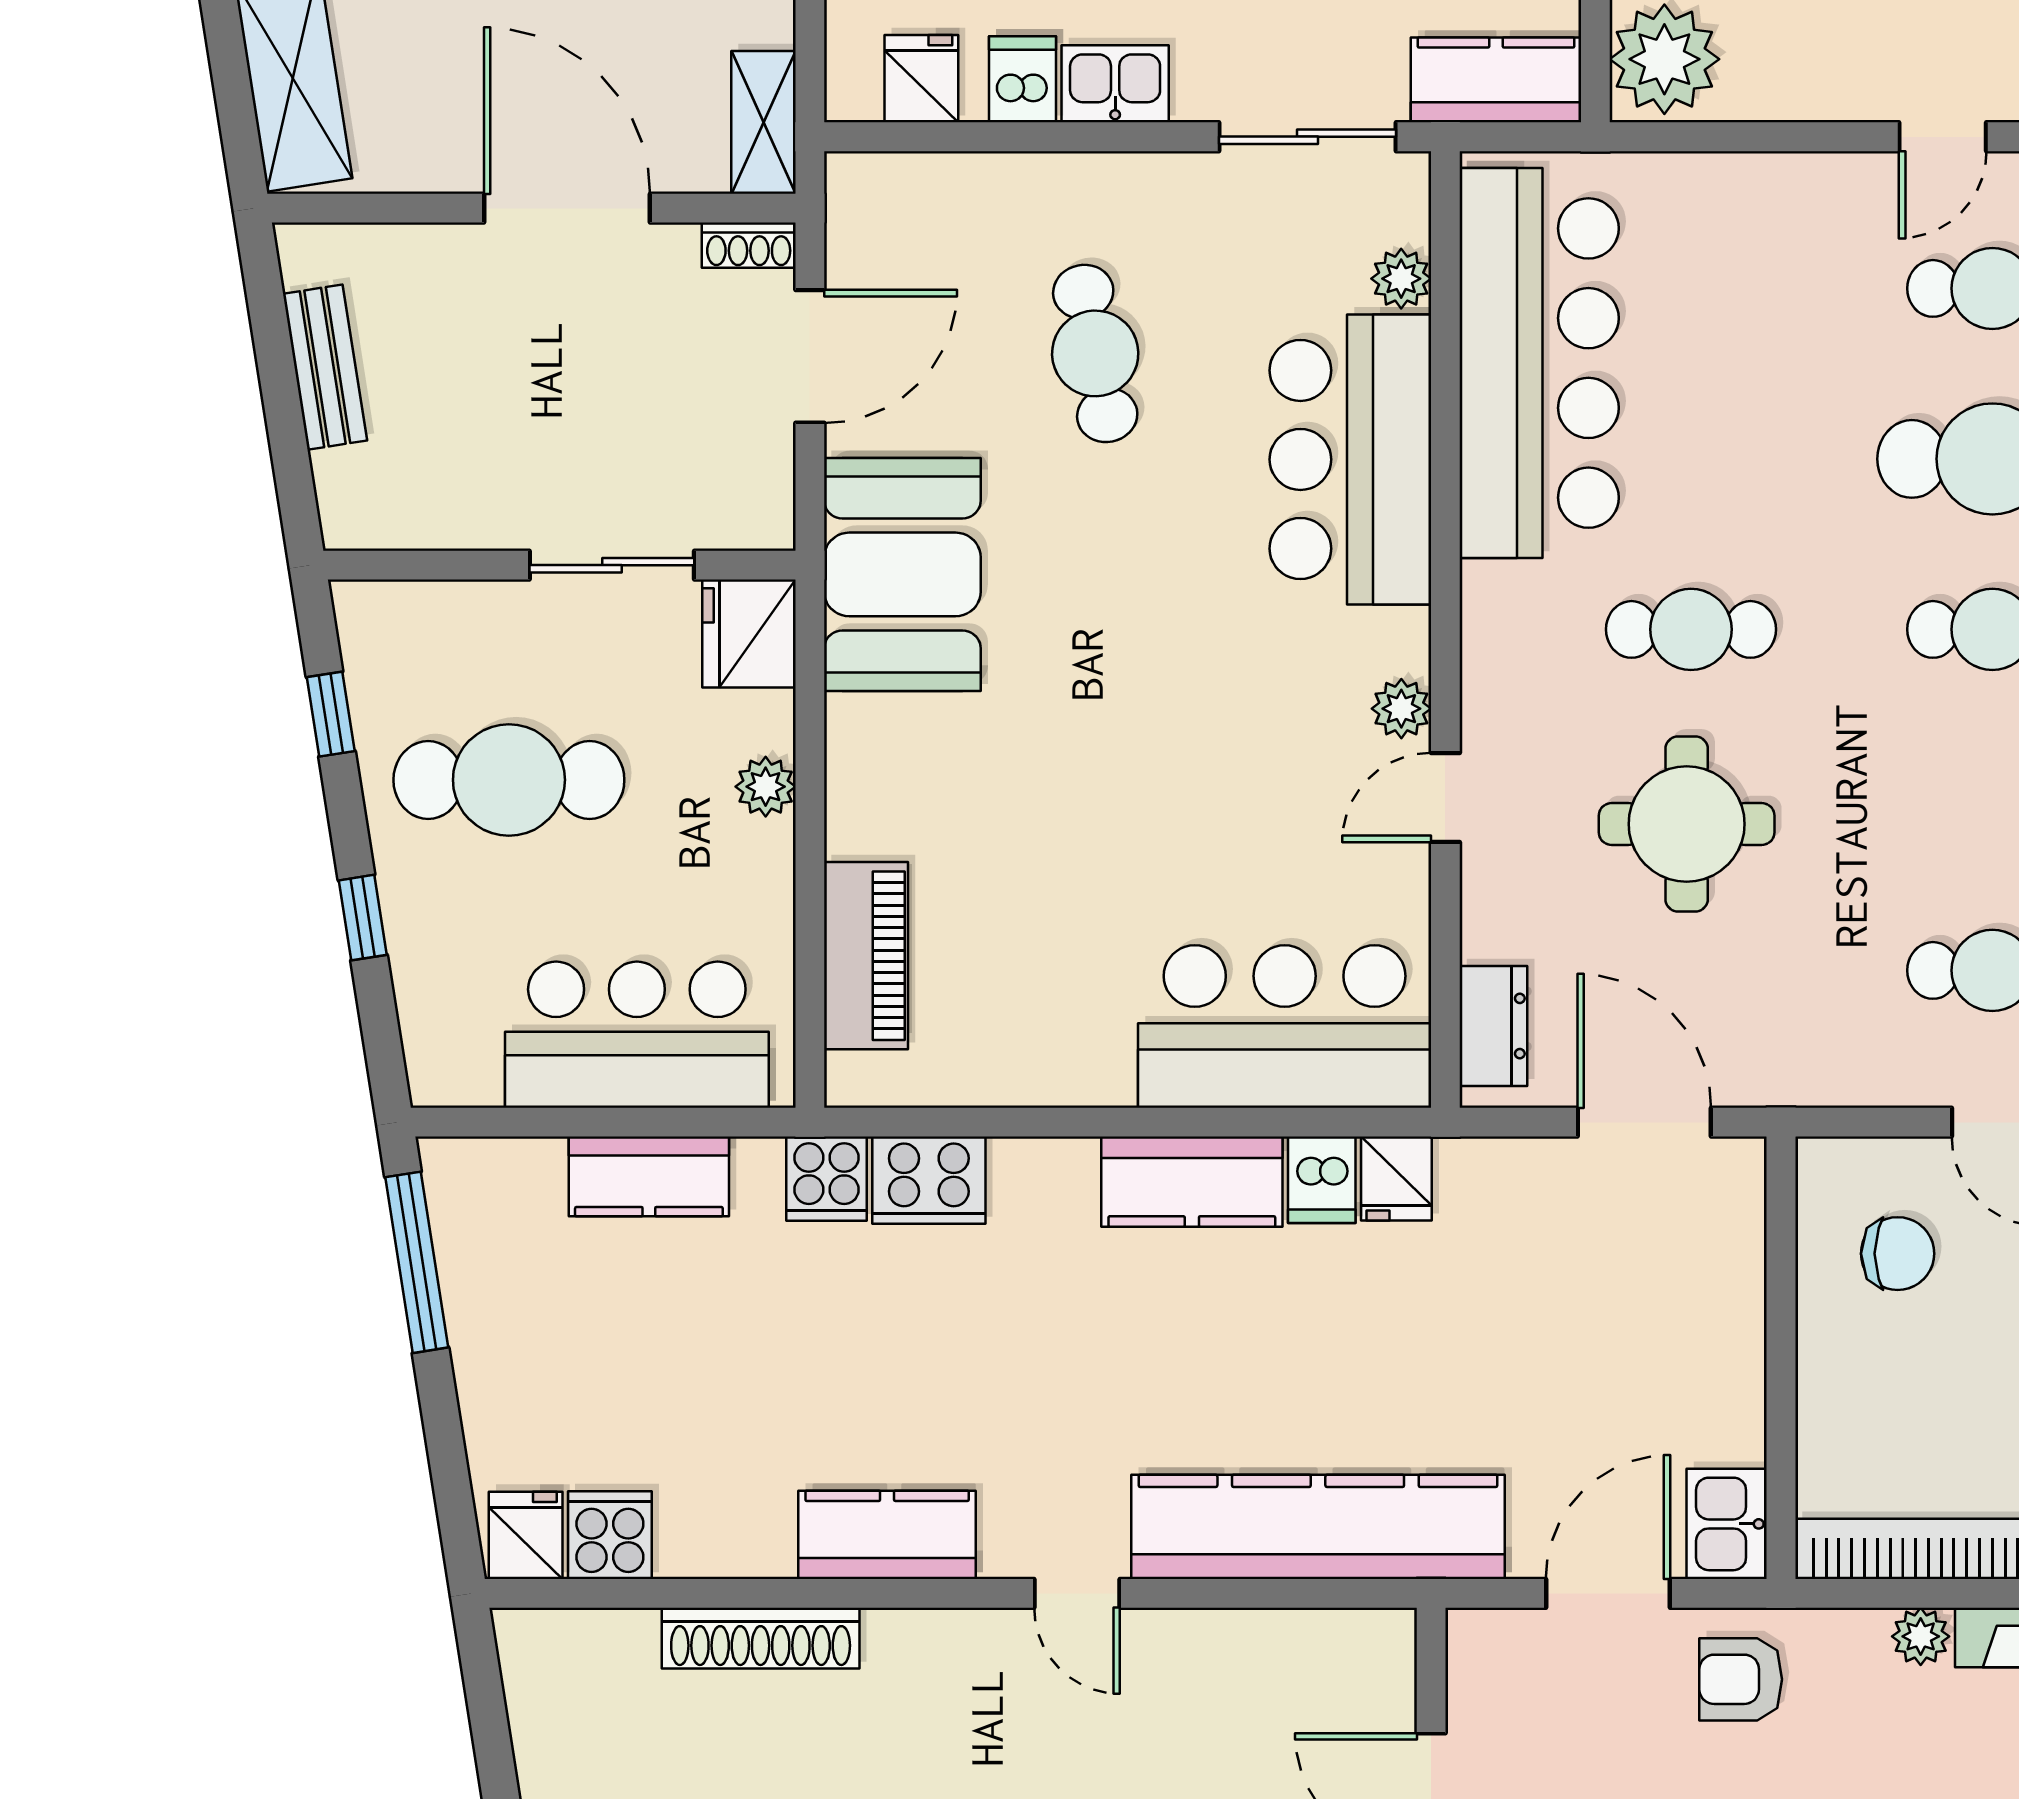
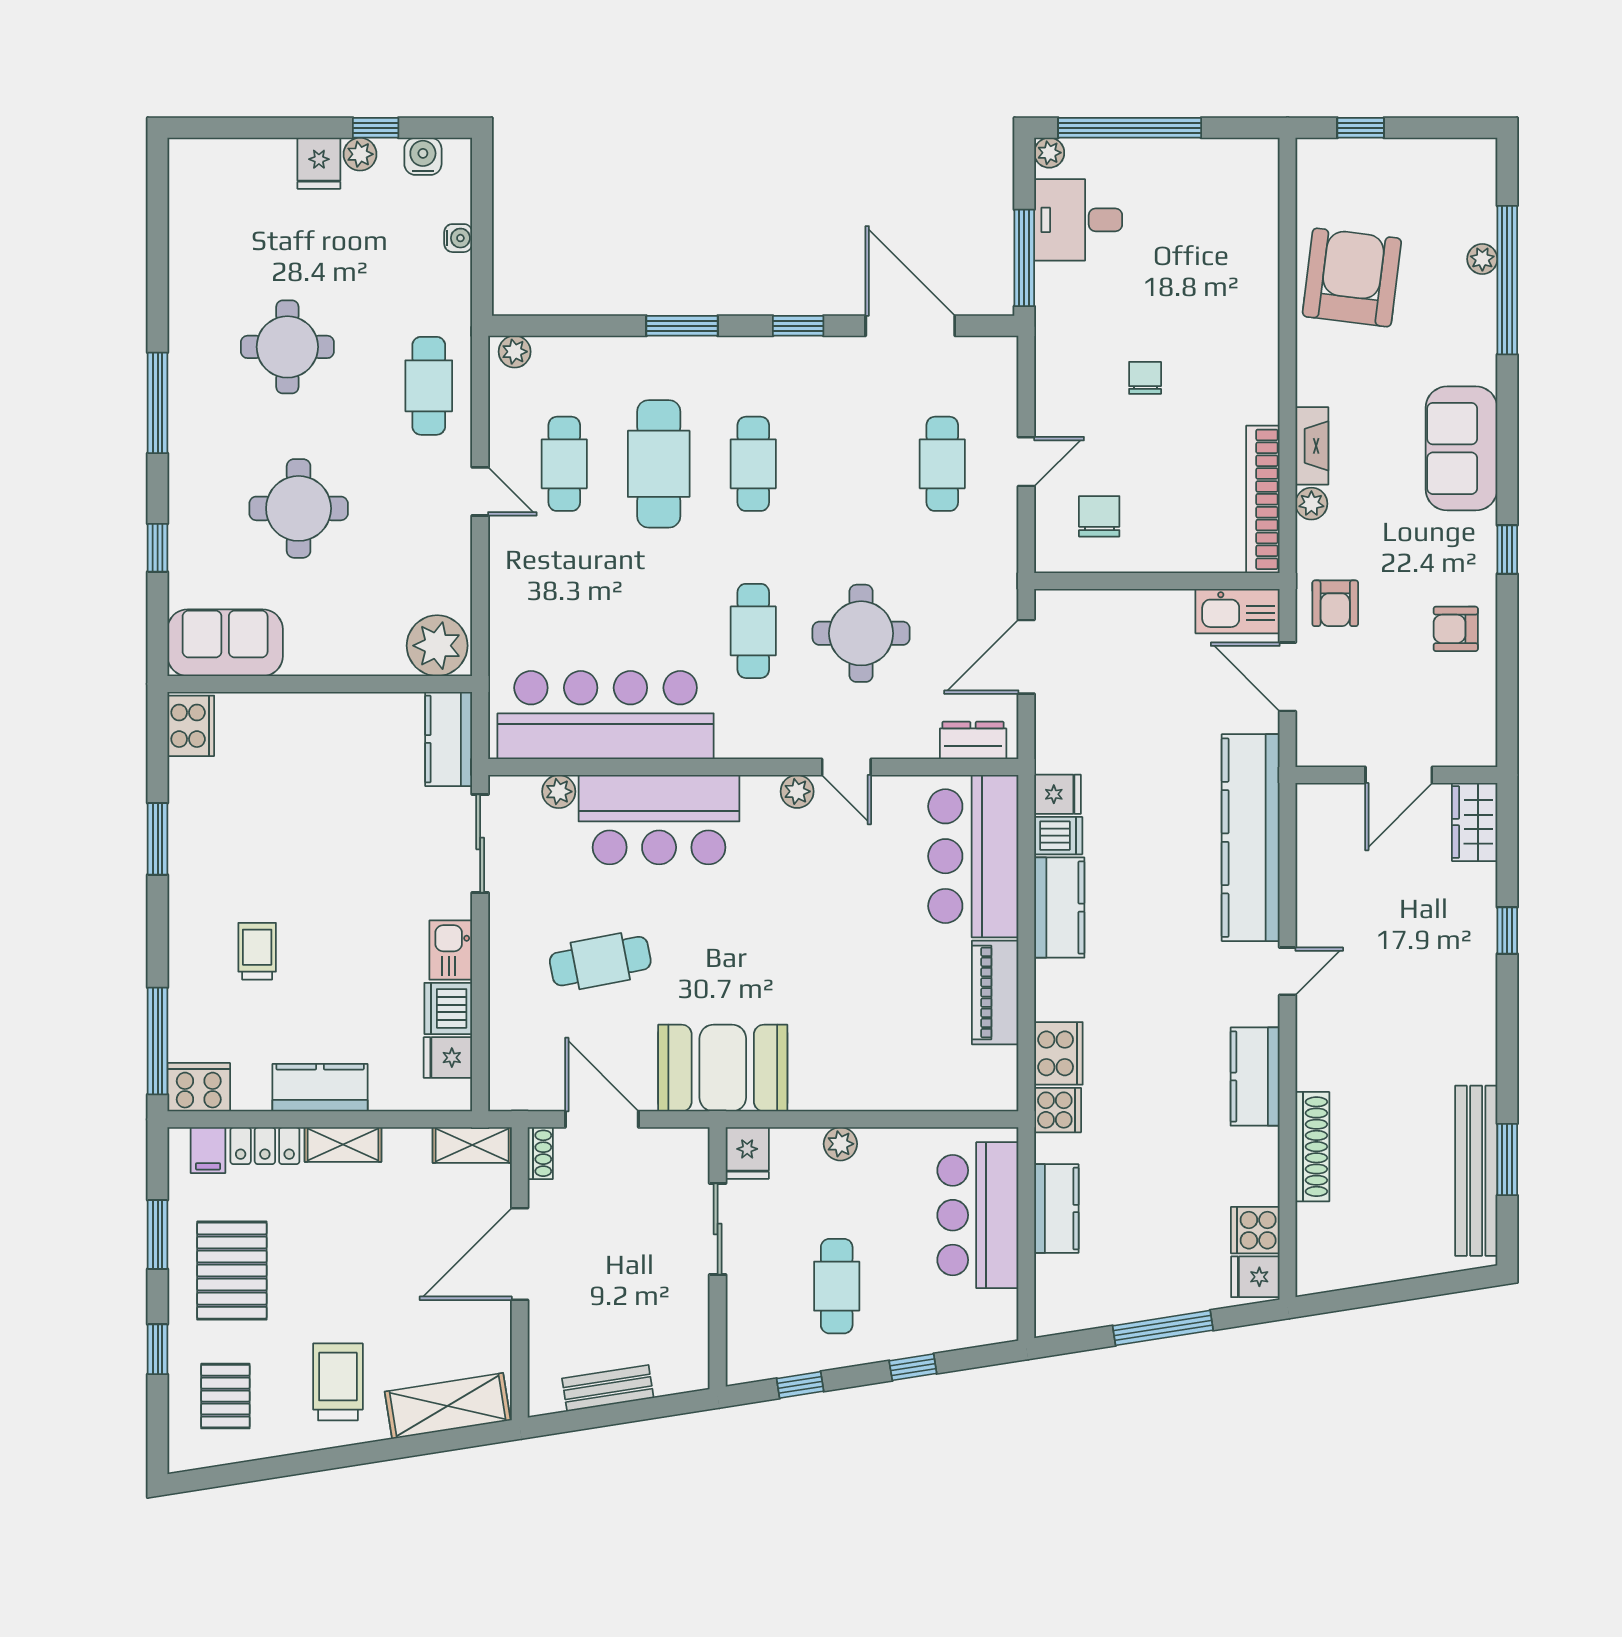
dishwasher: (1023, 79) -> (448, 1008), width x1.38
fridge: (749, 634) -> (747, 1153), width x0.72
cafe table: (509, 780) -> (837, 1286), width x0.73, depth x0.74
piano: (866, 956) -> (995, 992), moved, turned -90
window: (417, 1262) -> (1163, 1328), moved
kitchen sink: (1727, 1524) -> (1238, 611), width x1.38

